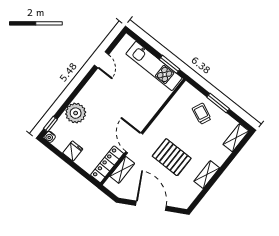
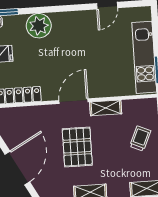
door: (134, 143) -> (73, 101), moved
shelving: (122, 170) -> (106, 108), moved

